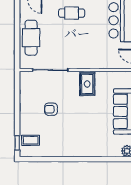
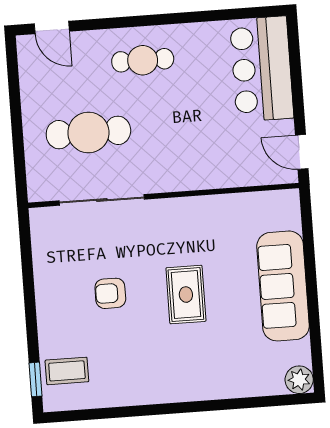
cafe table: (31, 38) -> (88, 132), moved, turned 90
rug: (87, 84) -> (186, 295), moved

